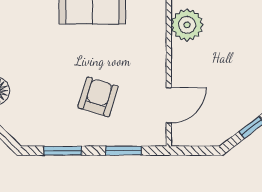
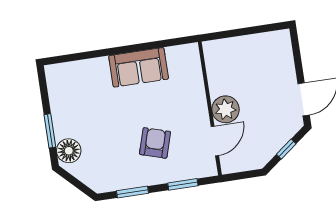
plant: (187, 25) -> (226, 109), moved

